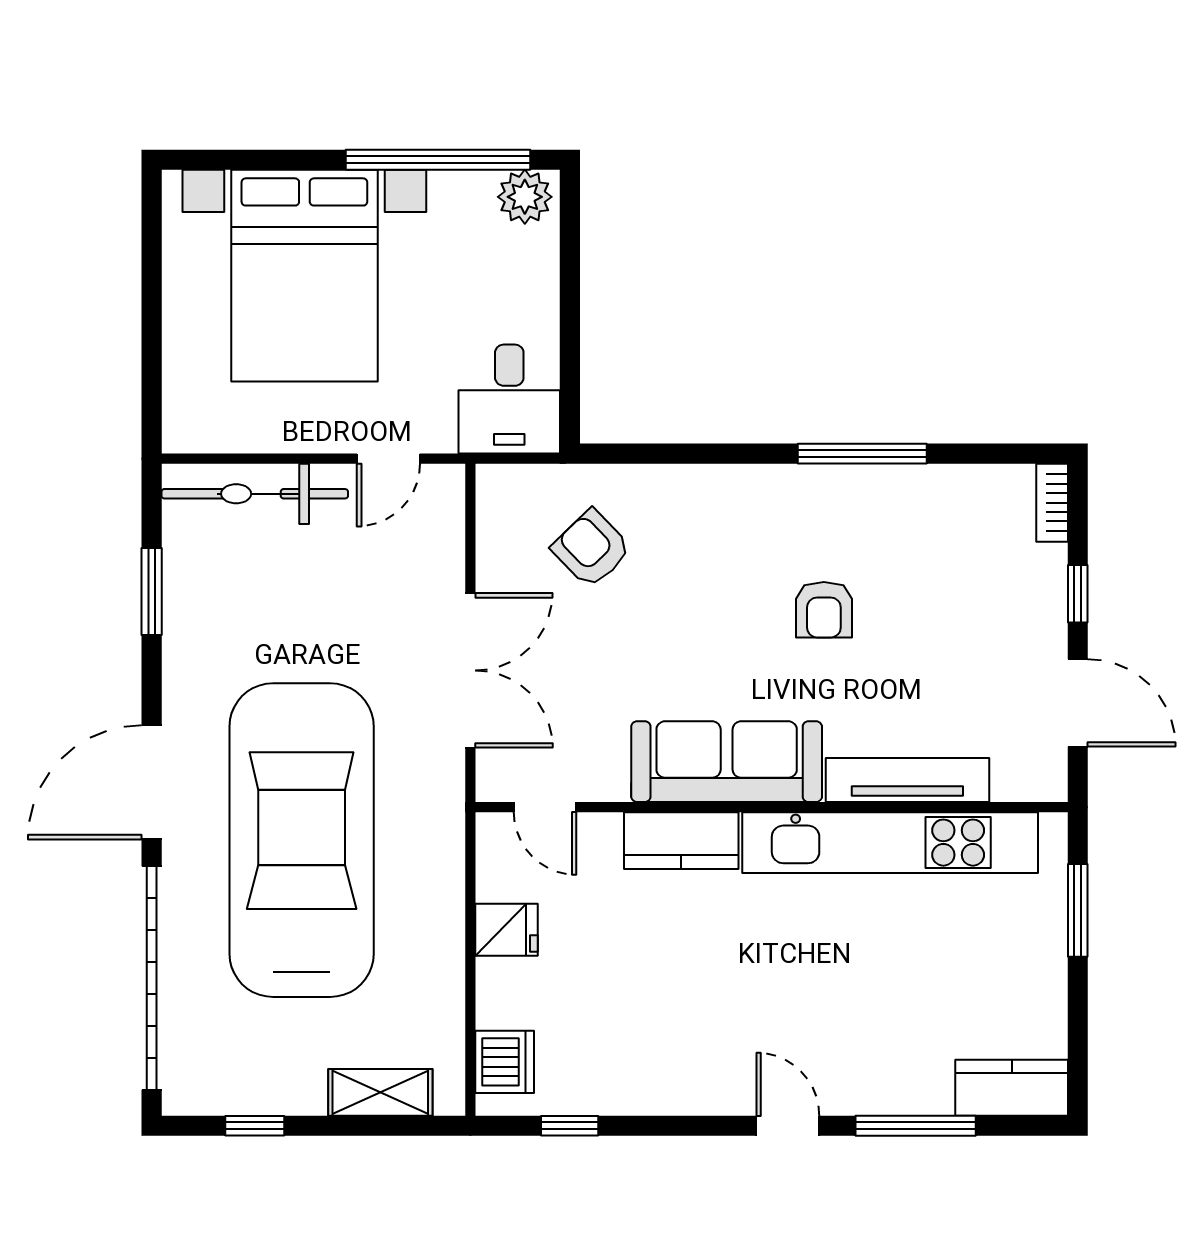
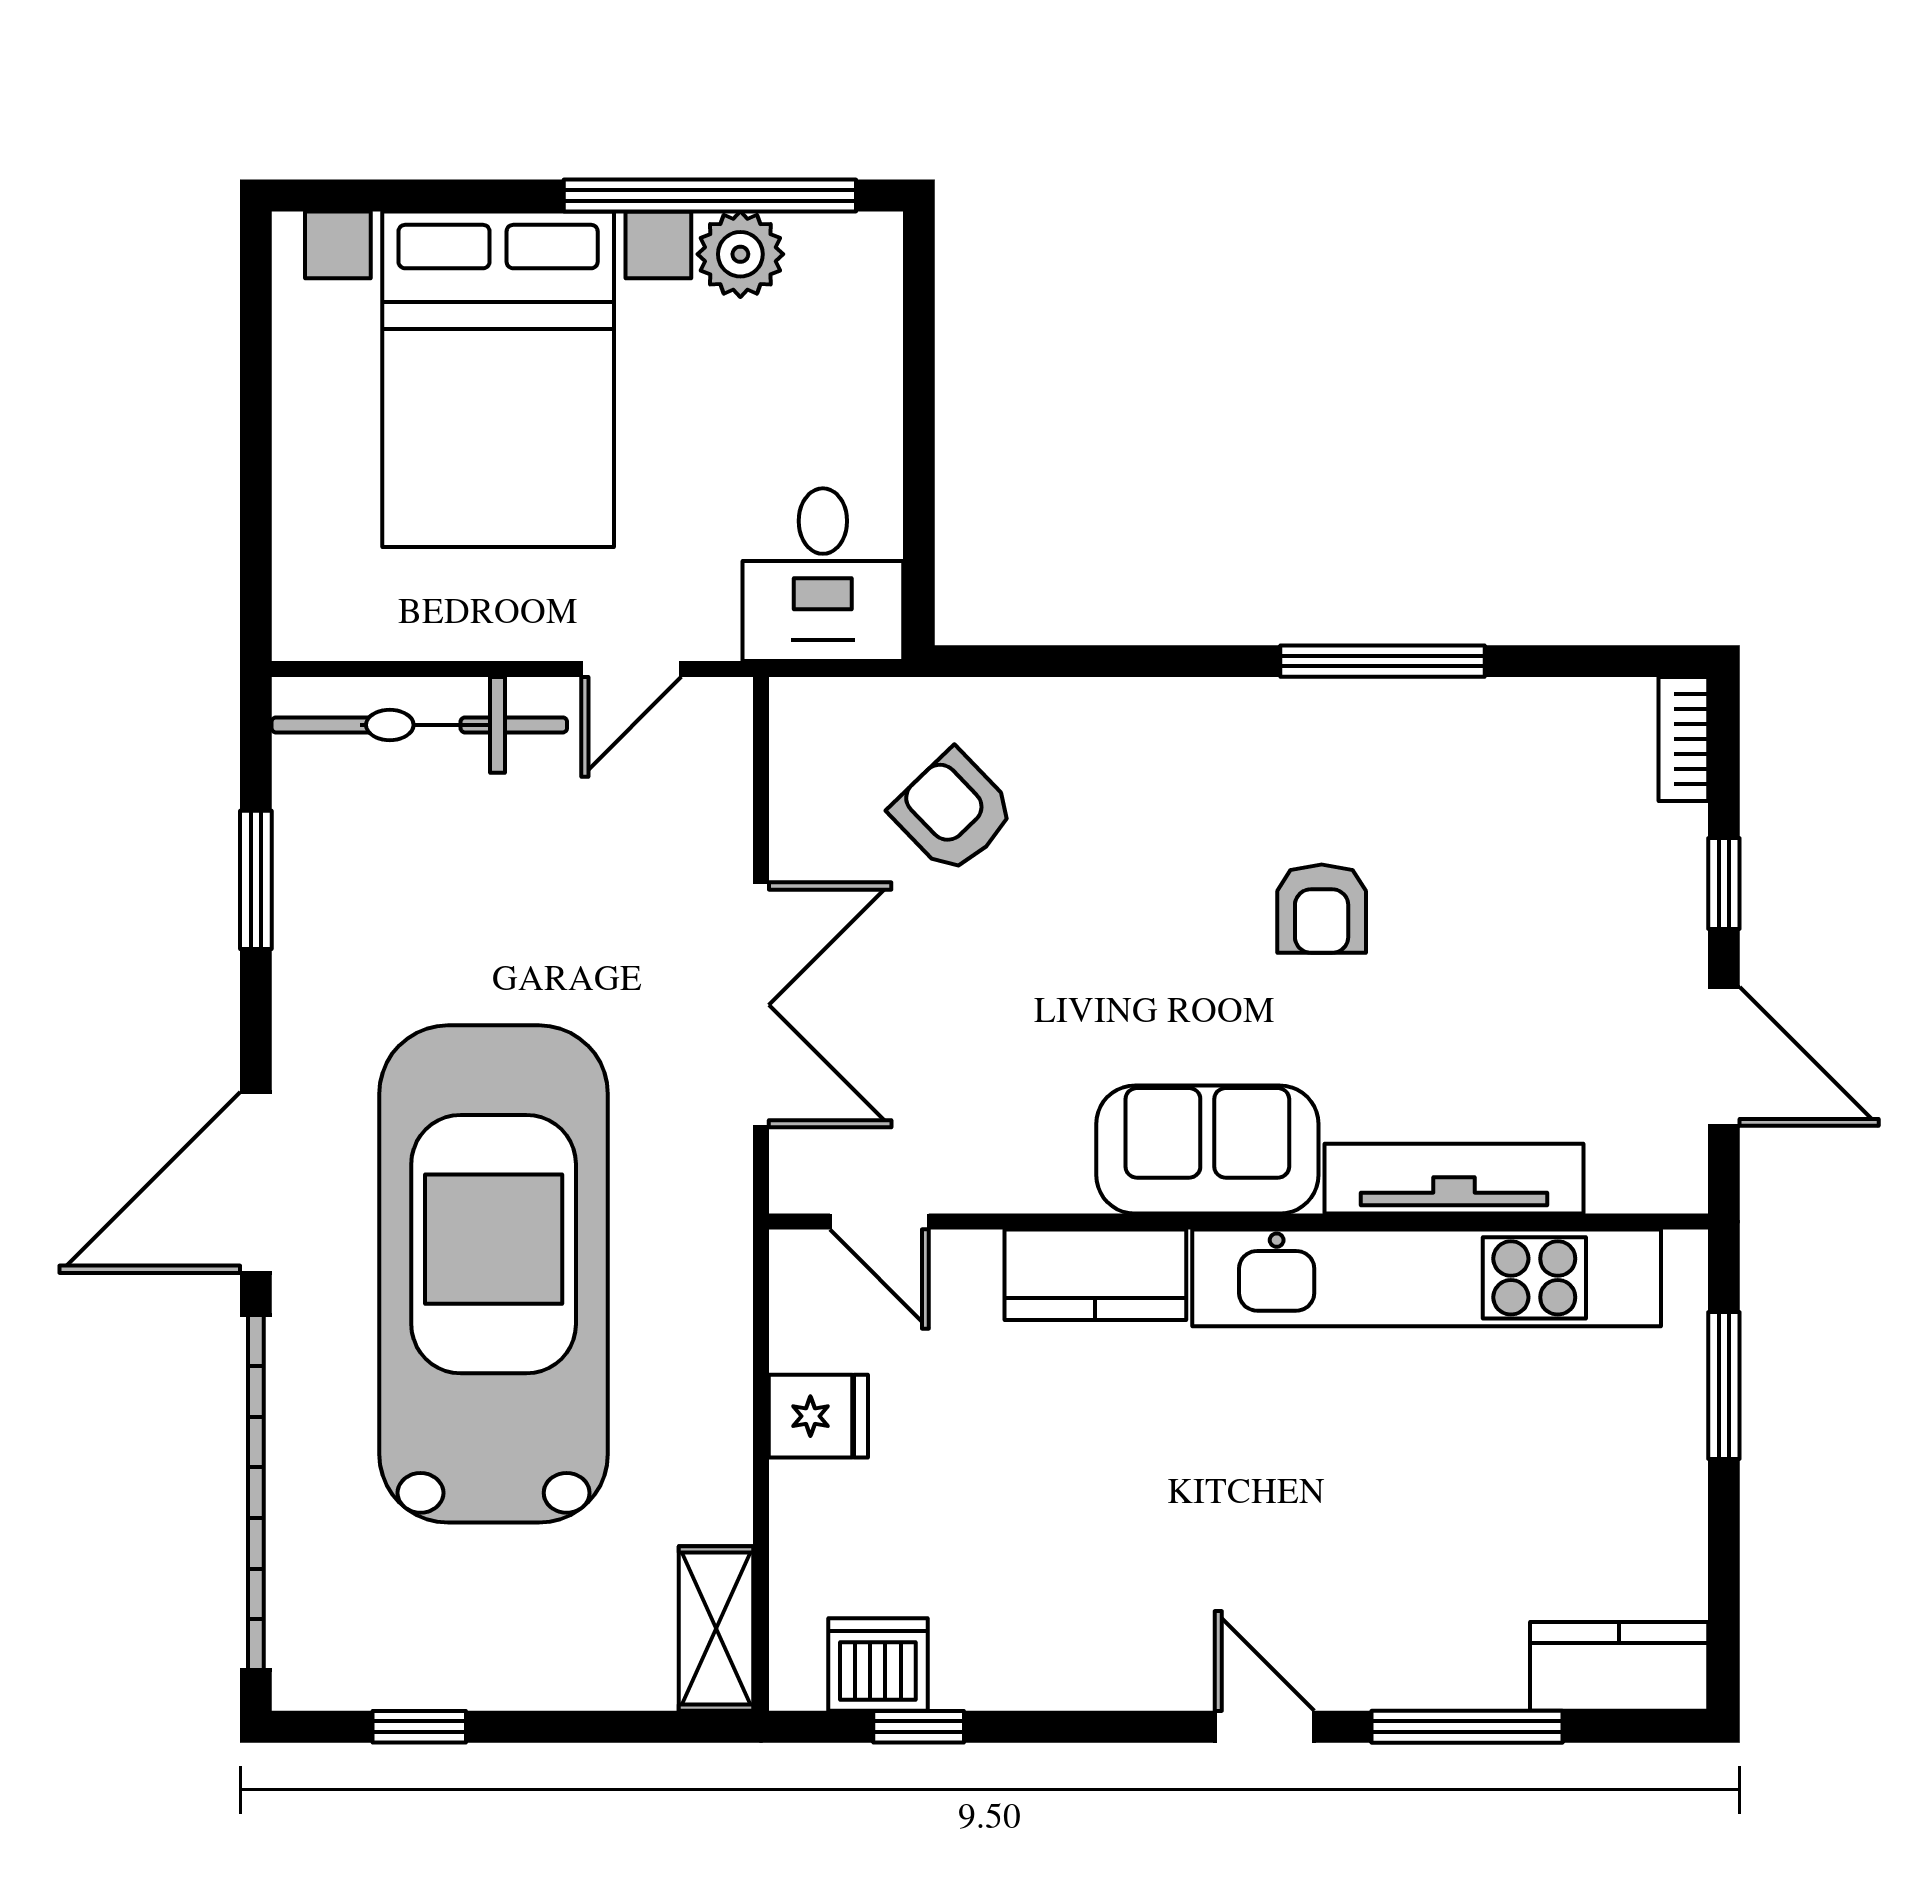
plant: (525, 197) -> (740, 254), moved
sofa: (727, 762) -> (1207, 1150), width x0.73
dishwasher: (505, 1062) -> (878, 1665), moved, turned -90
shelving: (380, 1092) -> (716, 1628), moved, turned 90

